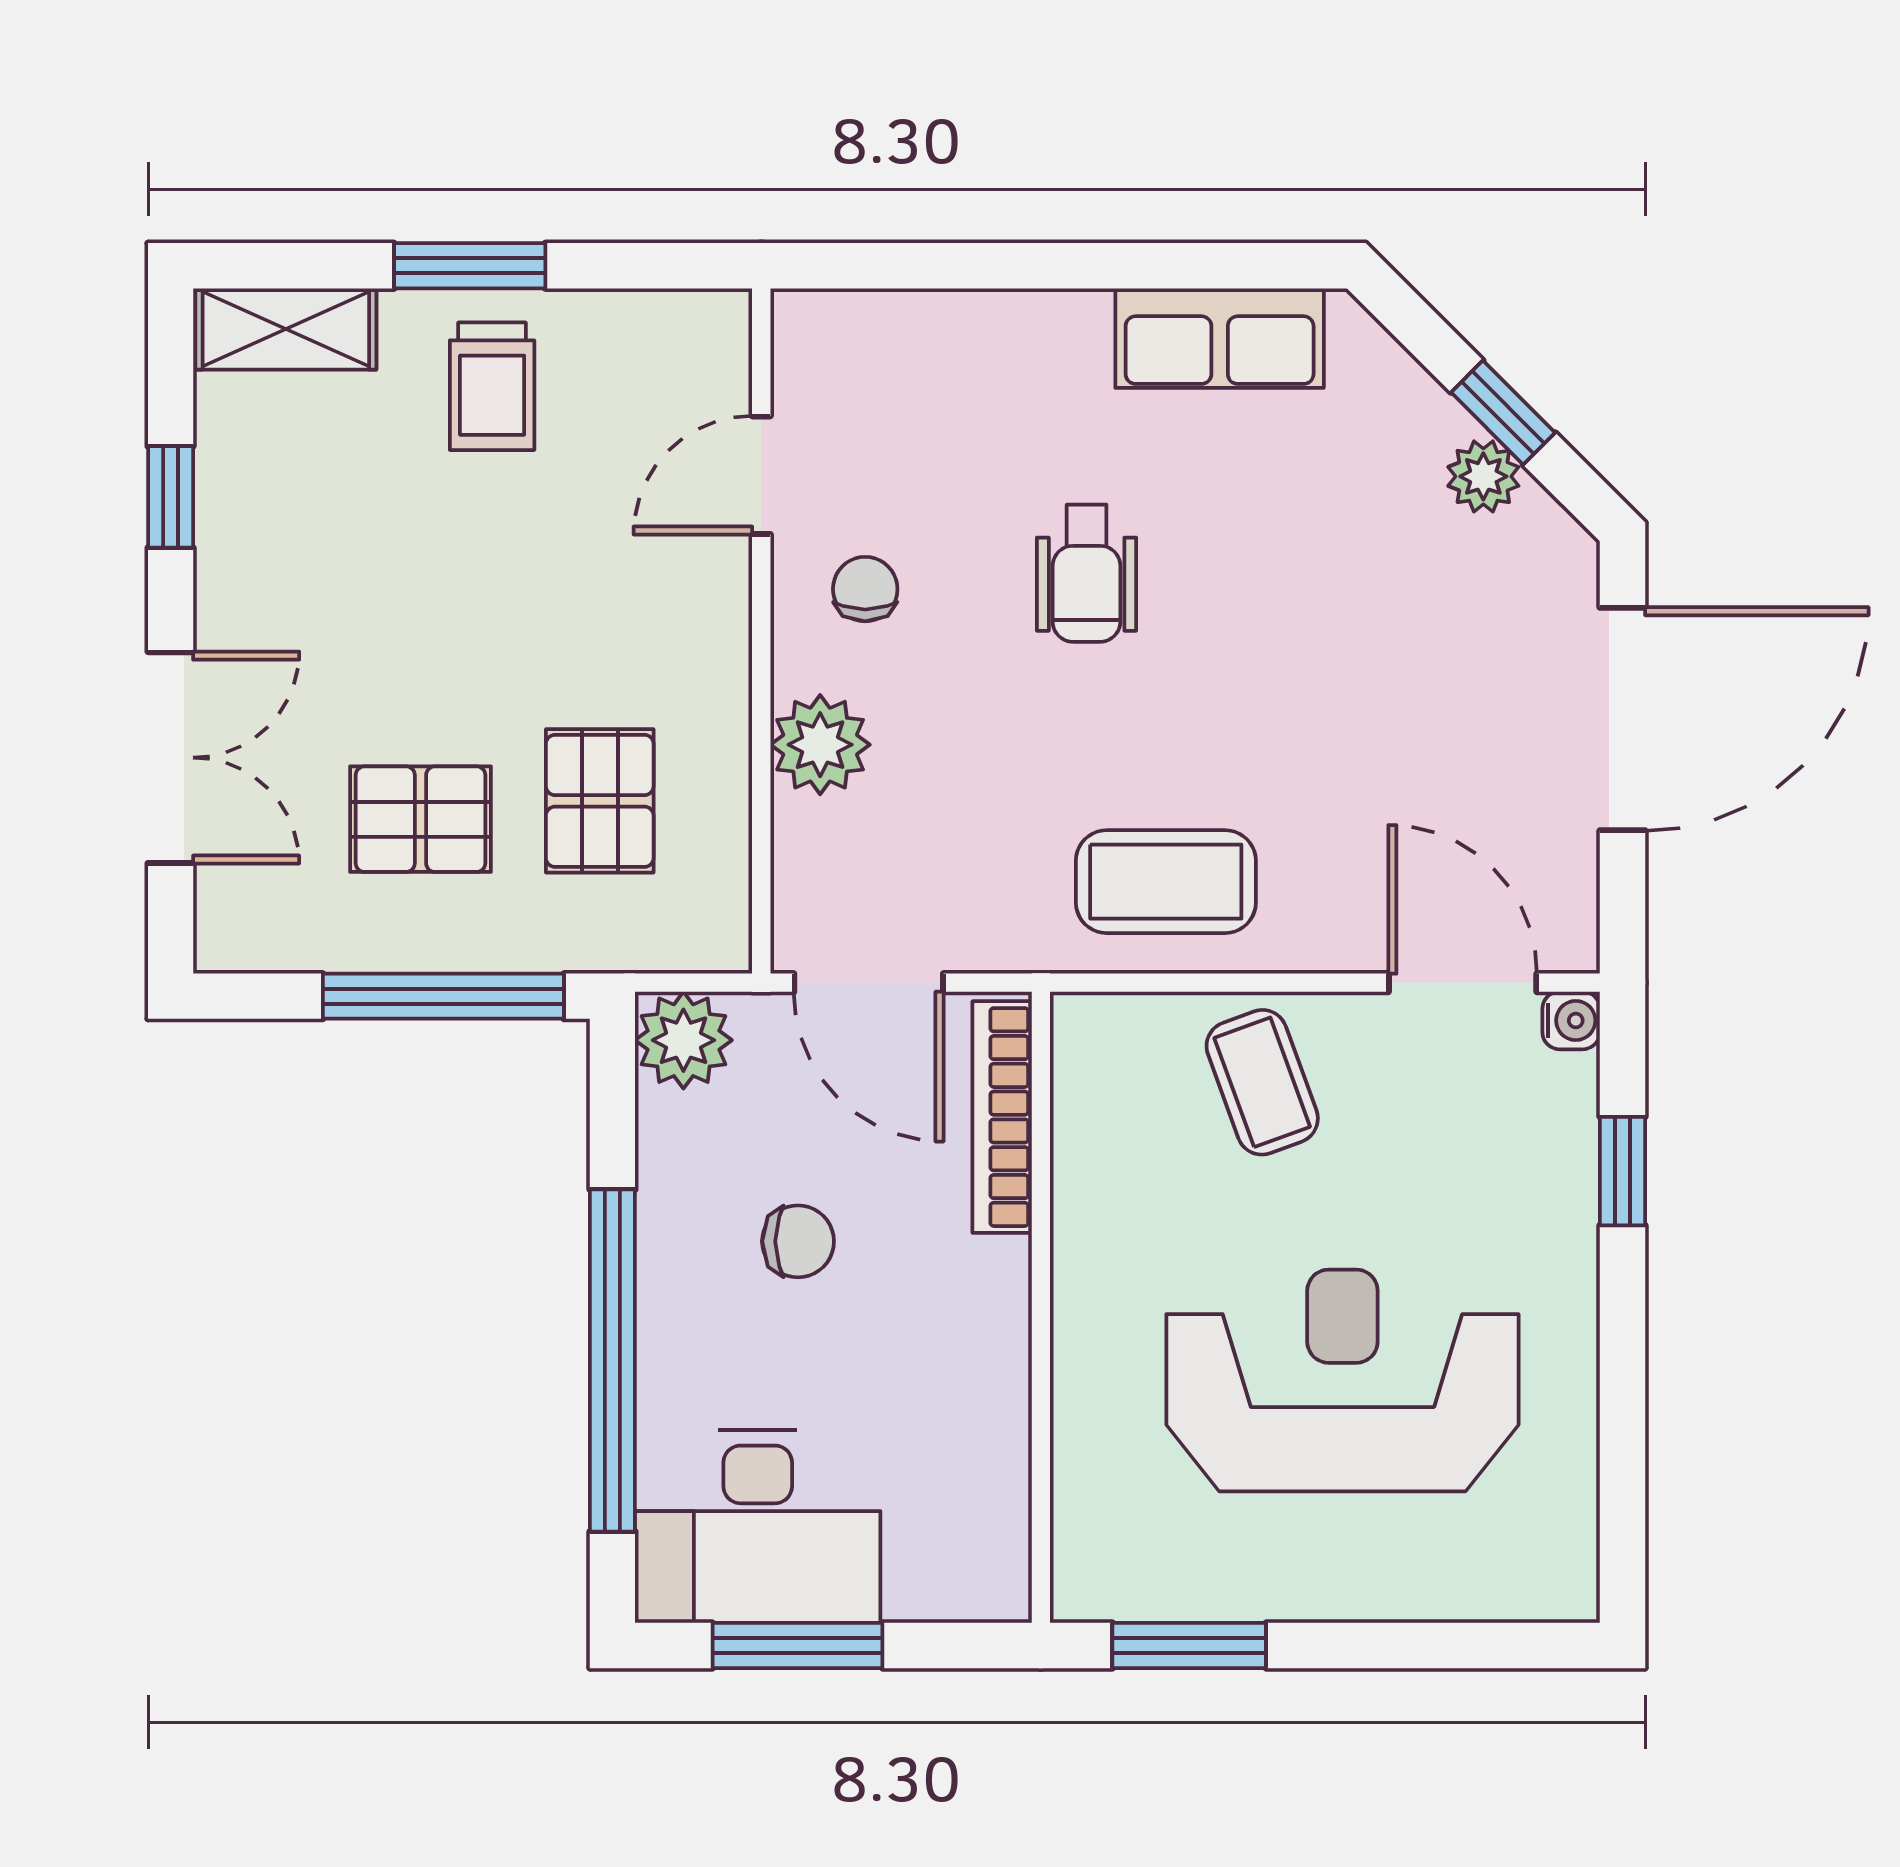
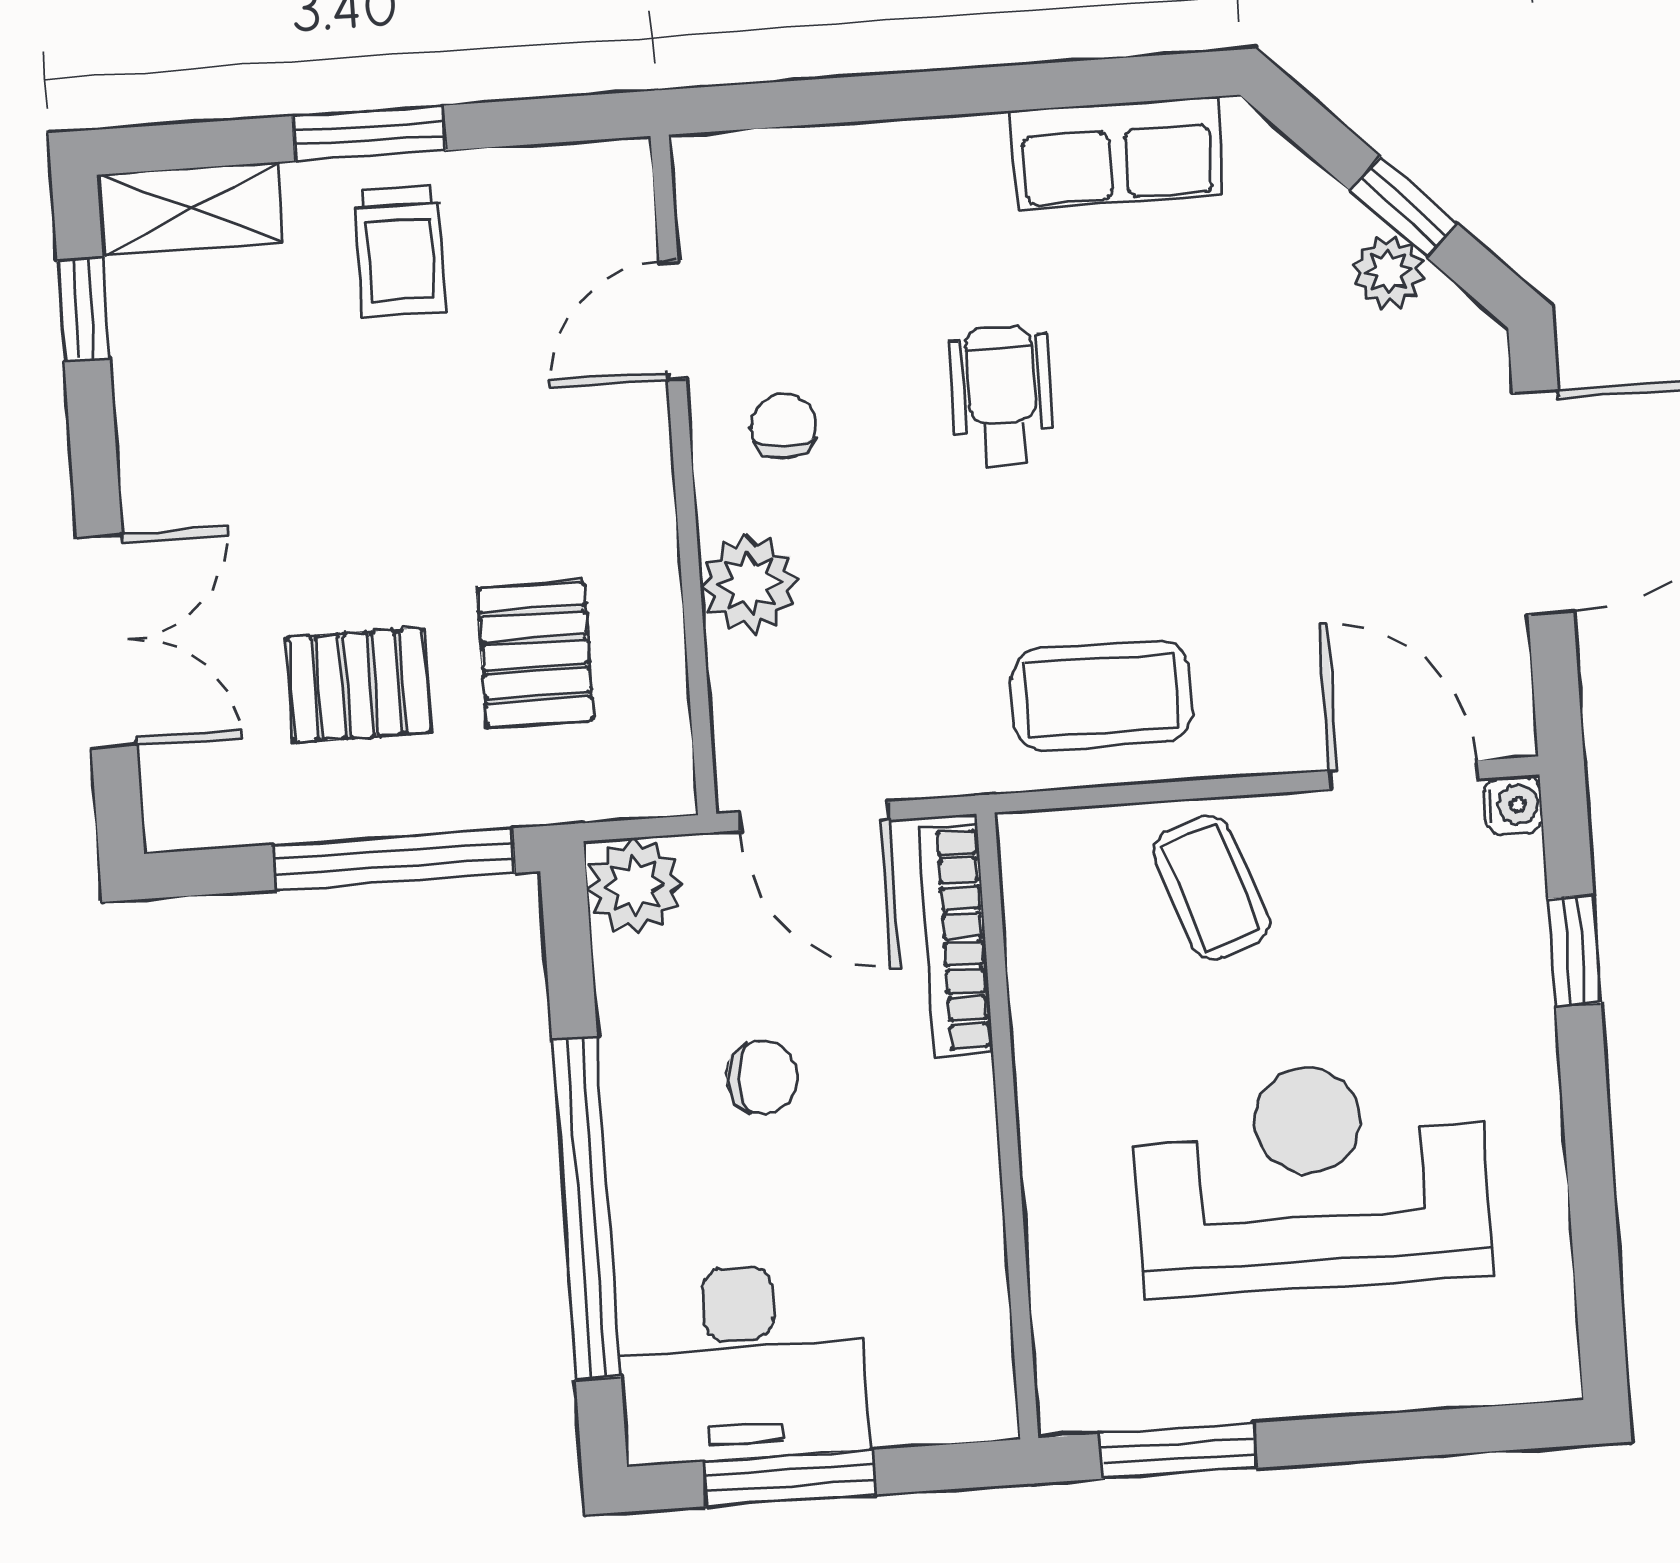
window: (171, 497) -> (84, 310), moved
wheelchair: (1087, 573) -> (1002, 395), turned 180

